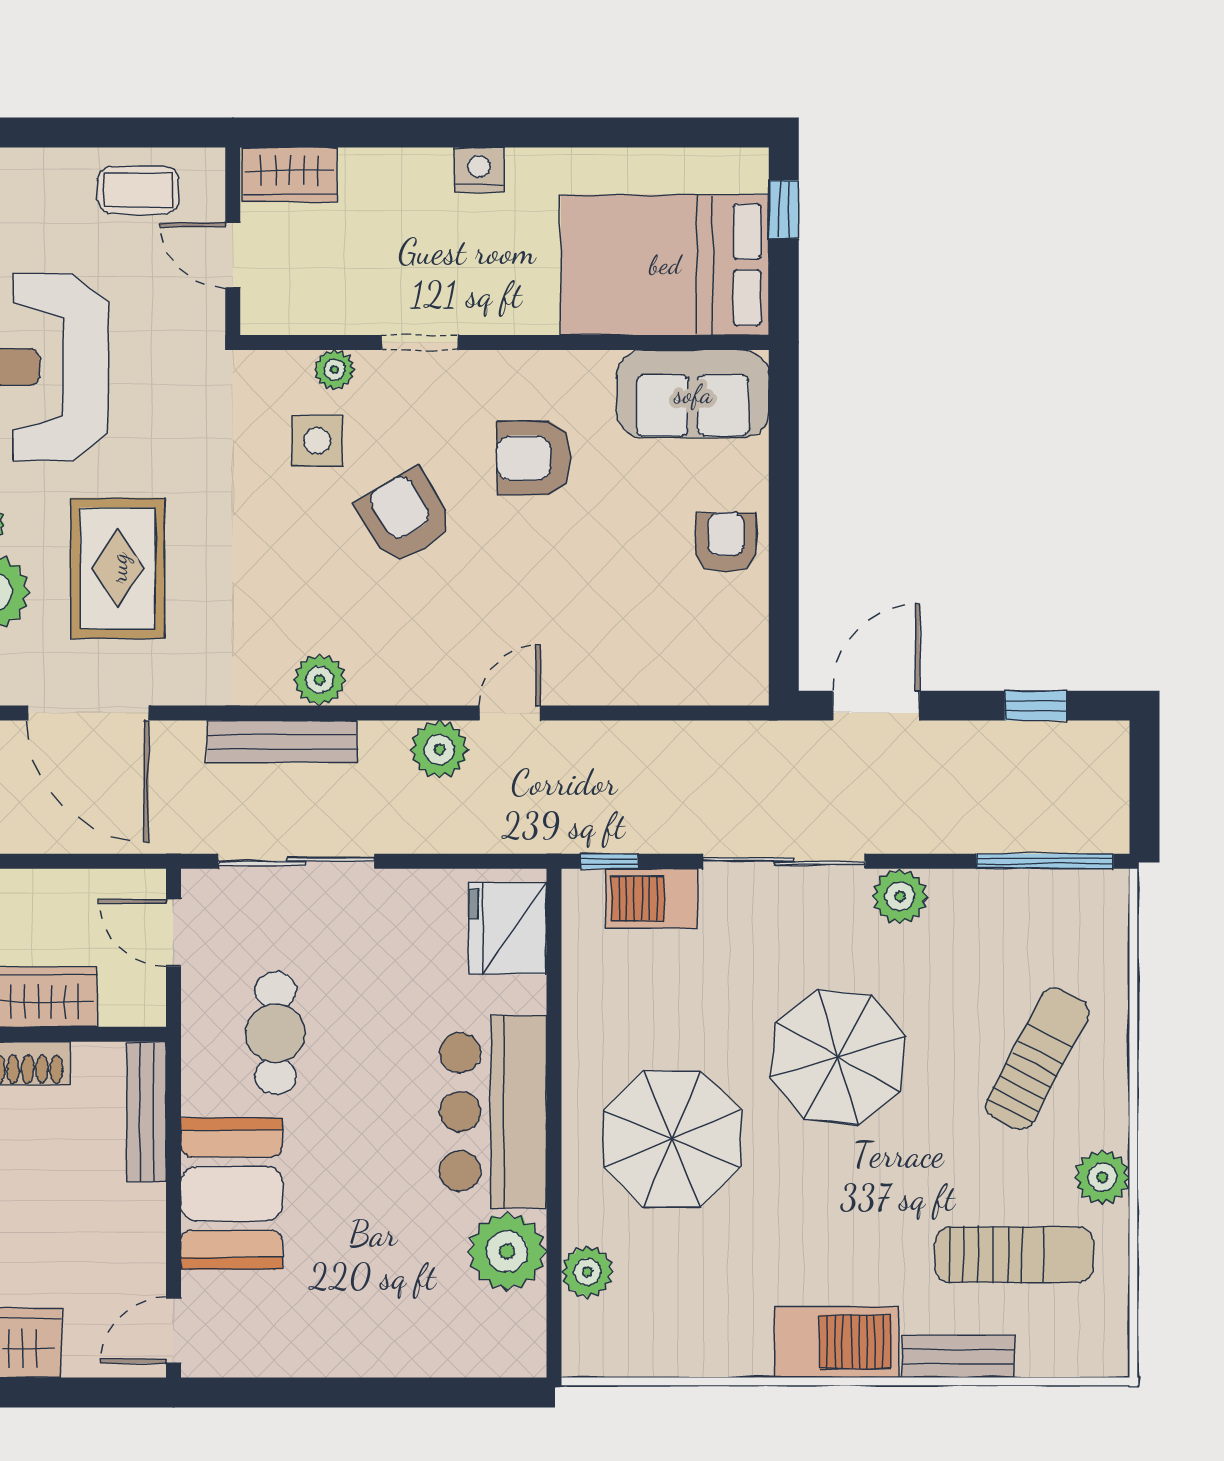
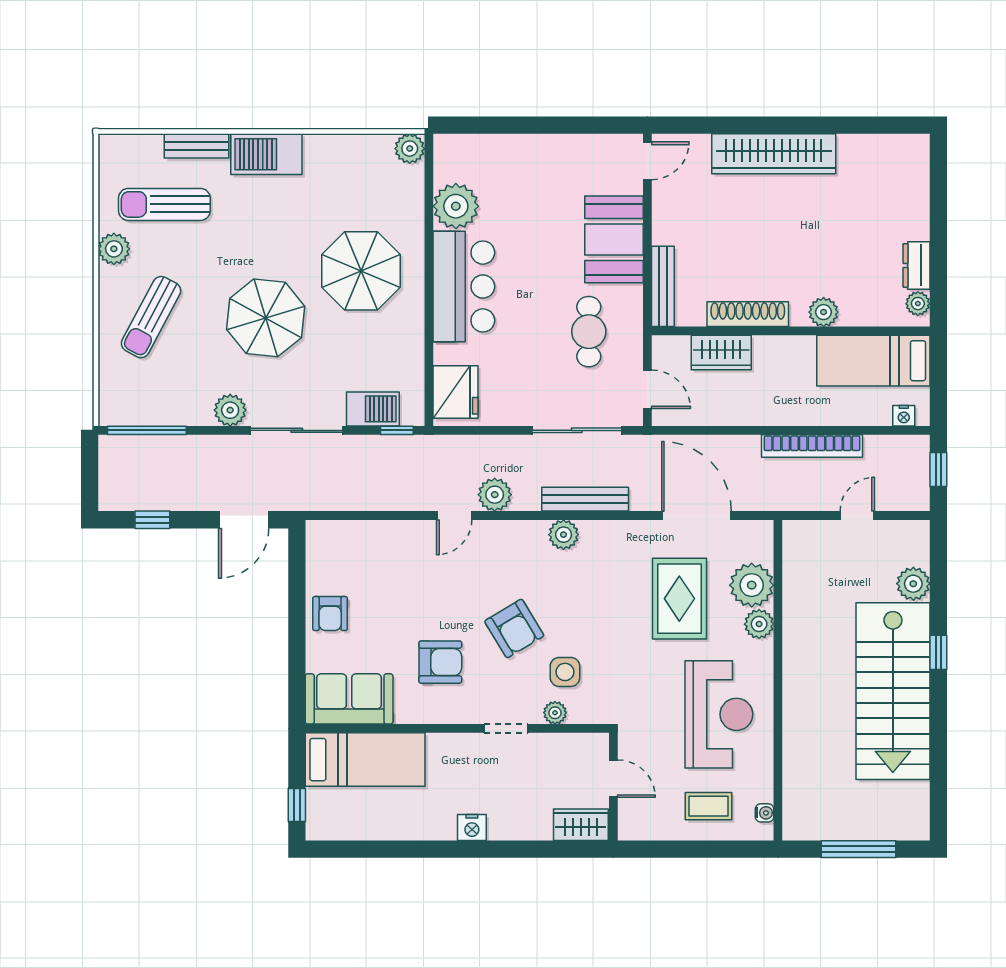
coffee table: (138, 190) -> (709, 806), moved
bed: (665, 265) -> (365, 760), width x0.67
plant: (587, 1272) -> (410, 149), moved

